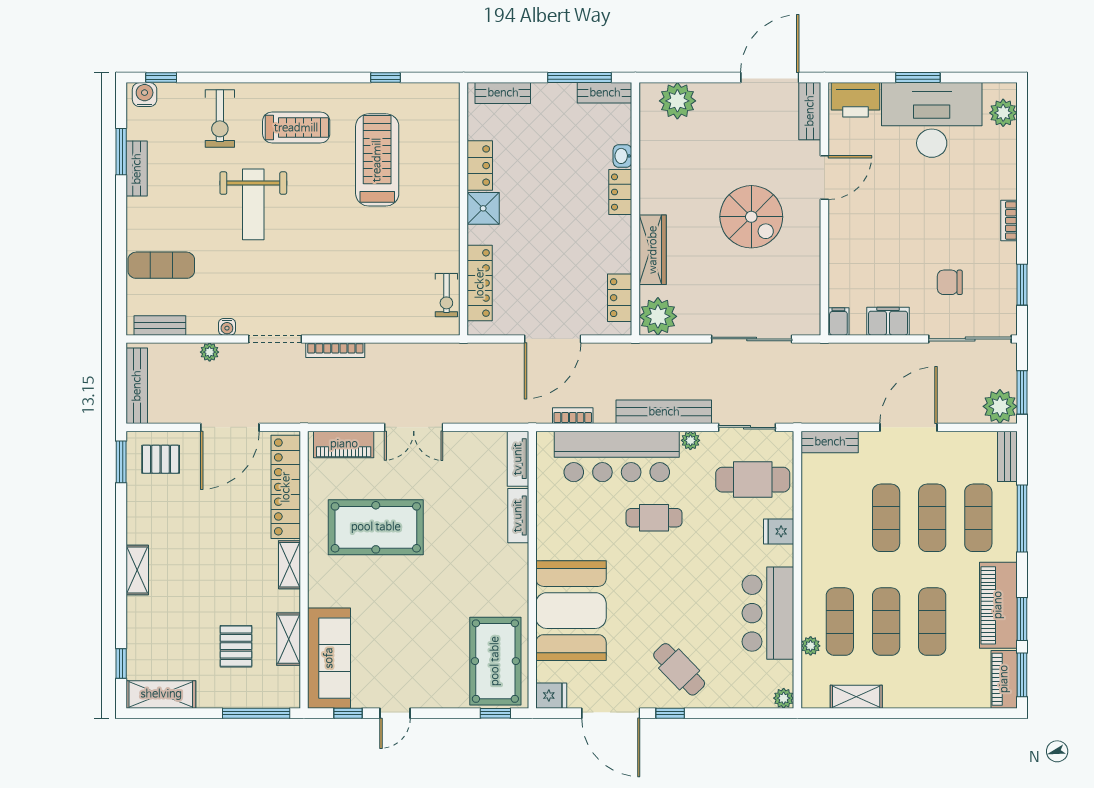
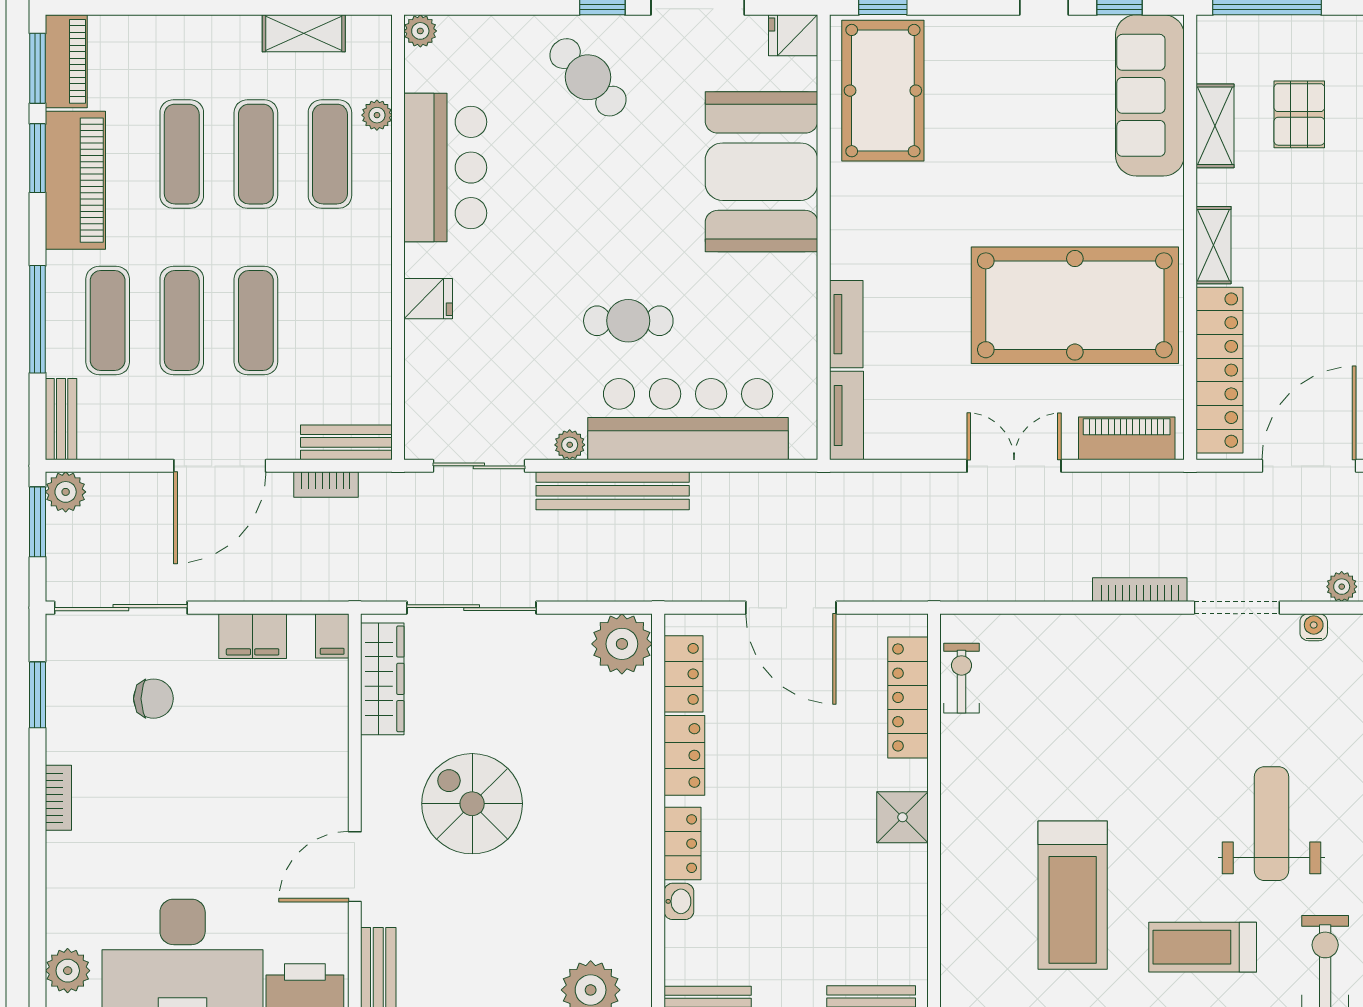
locker: (480, 166) -> (684, 755), moved, turned 180
wardrobe: (653, 250) -> (382, 679), moved, turned 180
door: (553, 339) -> (791, 608), swing flipped
plant: (1000, 406) -> (66, 492), width x0.73, depth x0.73
bookcase: (573, 416) -> (326, 485), moved
cafe table: (753, 480) -> (470, 382), removed
pool table: (376, 527) -> (1075, 305), width x1.36, depth x1.32

